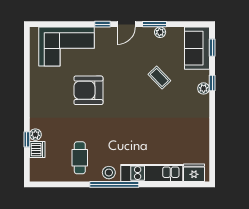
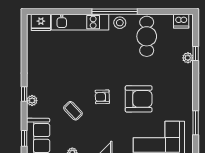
window: (27, 65) -> (196, 123), added
window: (212, 83) -> (24, 94), moved
armchair: (128, 92) -> (102, 97), added
dishwasher: (37, 150) -> (181, 21), moved, turned -90
cafe table: (80, 158) -> (147, 36), width x1.37, depth x1.35

